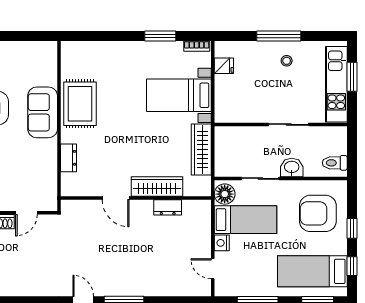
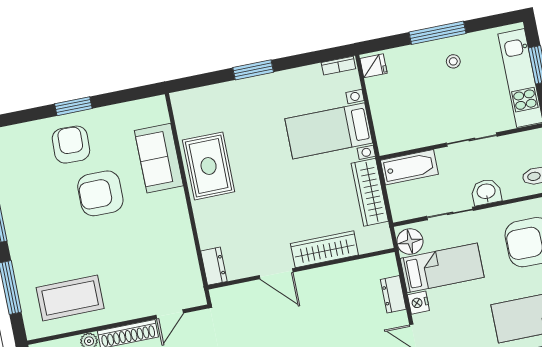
window: (160, 36) -> (253, 70), moved
fridge: (224, 66) -> (373, 66), moved
sofa: (43, 112) -> (159, 158), moved
bathtub: (236, 136) -> (409, 167), added
dresser: (68, 158) -> (214, 266), moved
dresser: (168, 207) -> (393, 294), moved, turned 90

